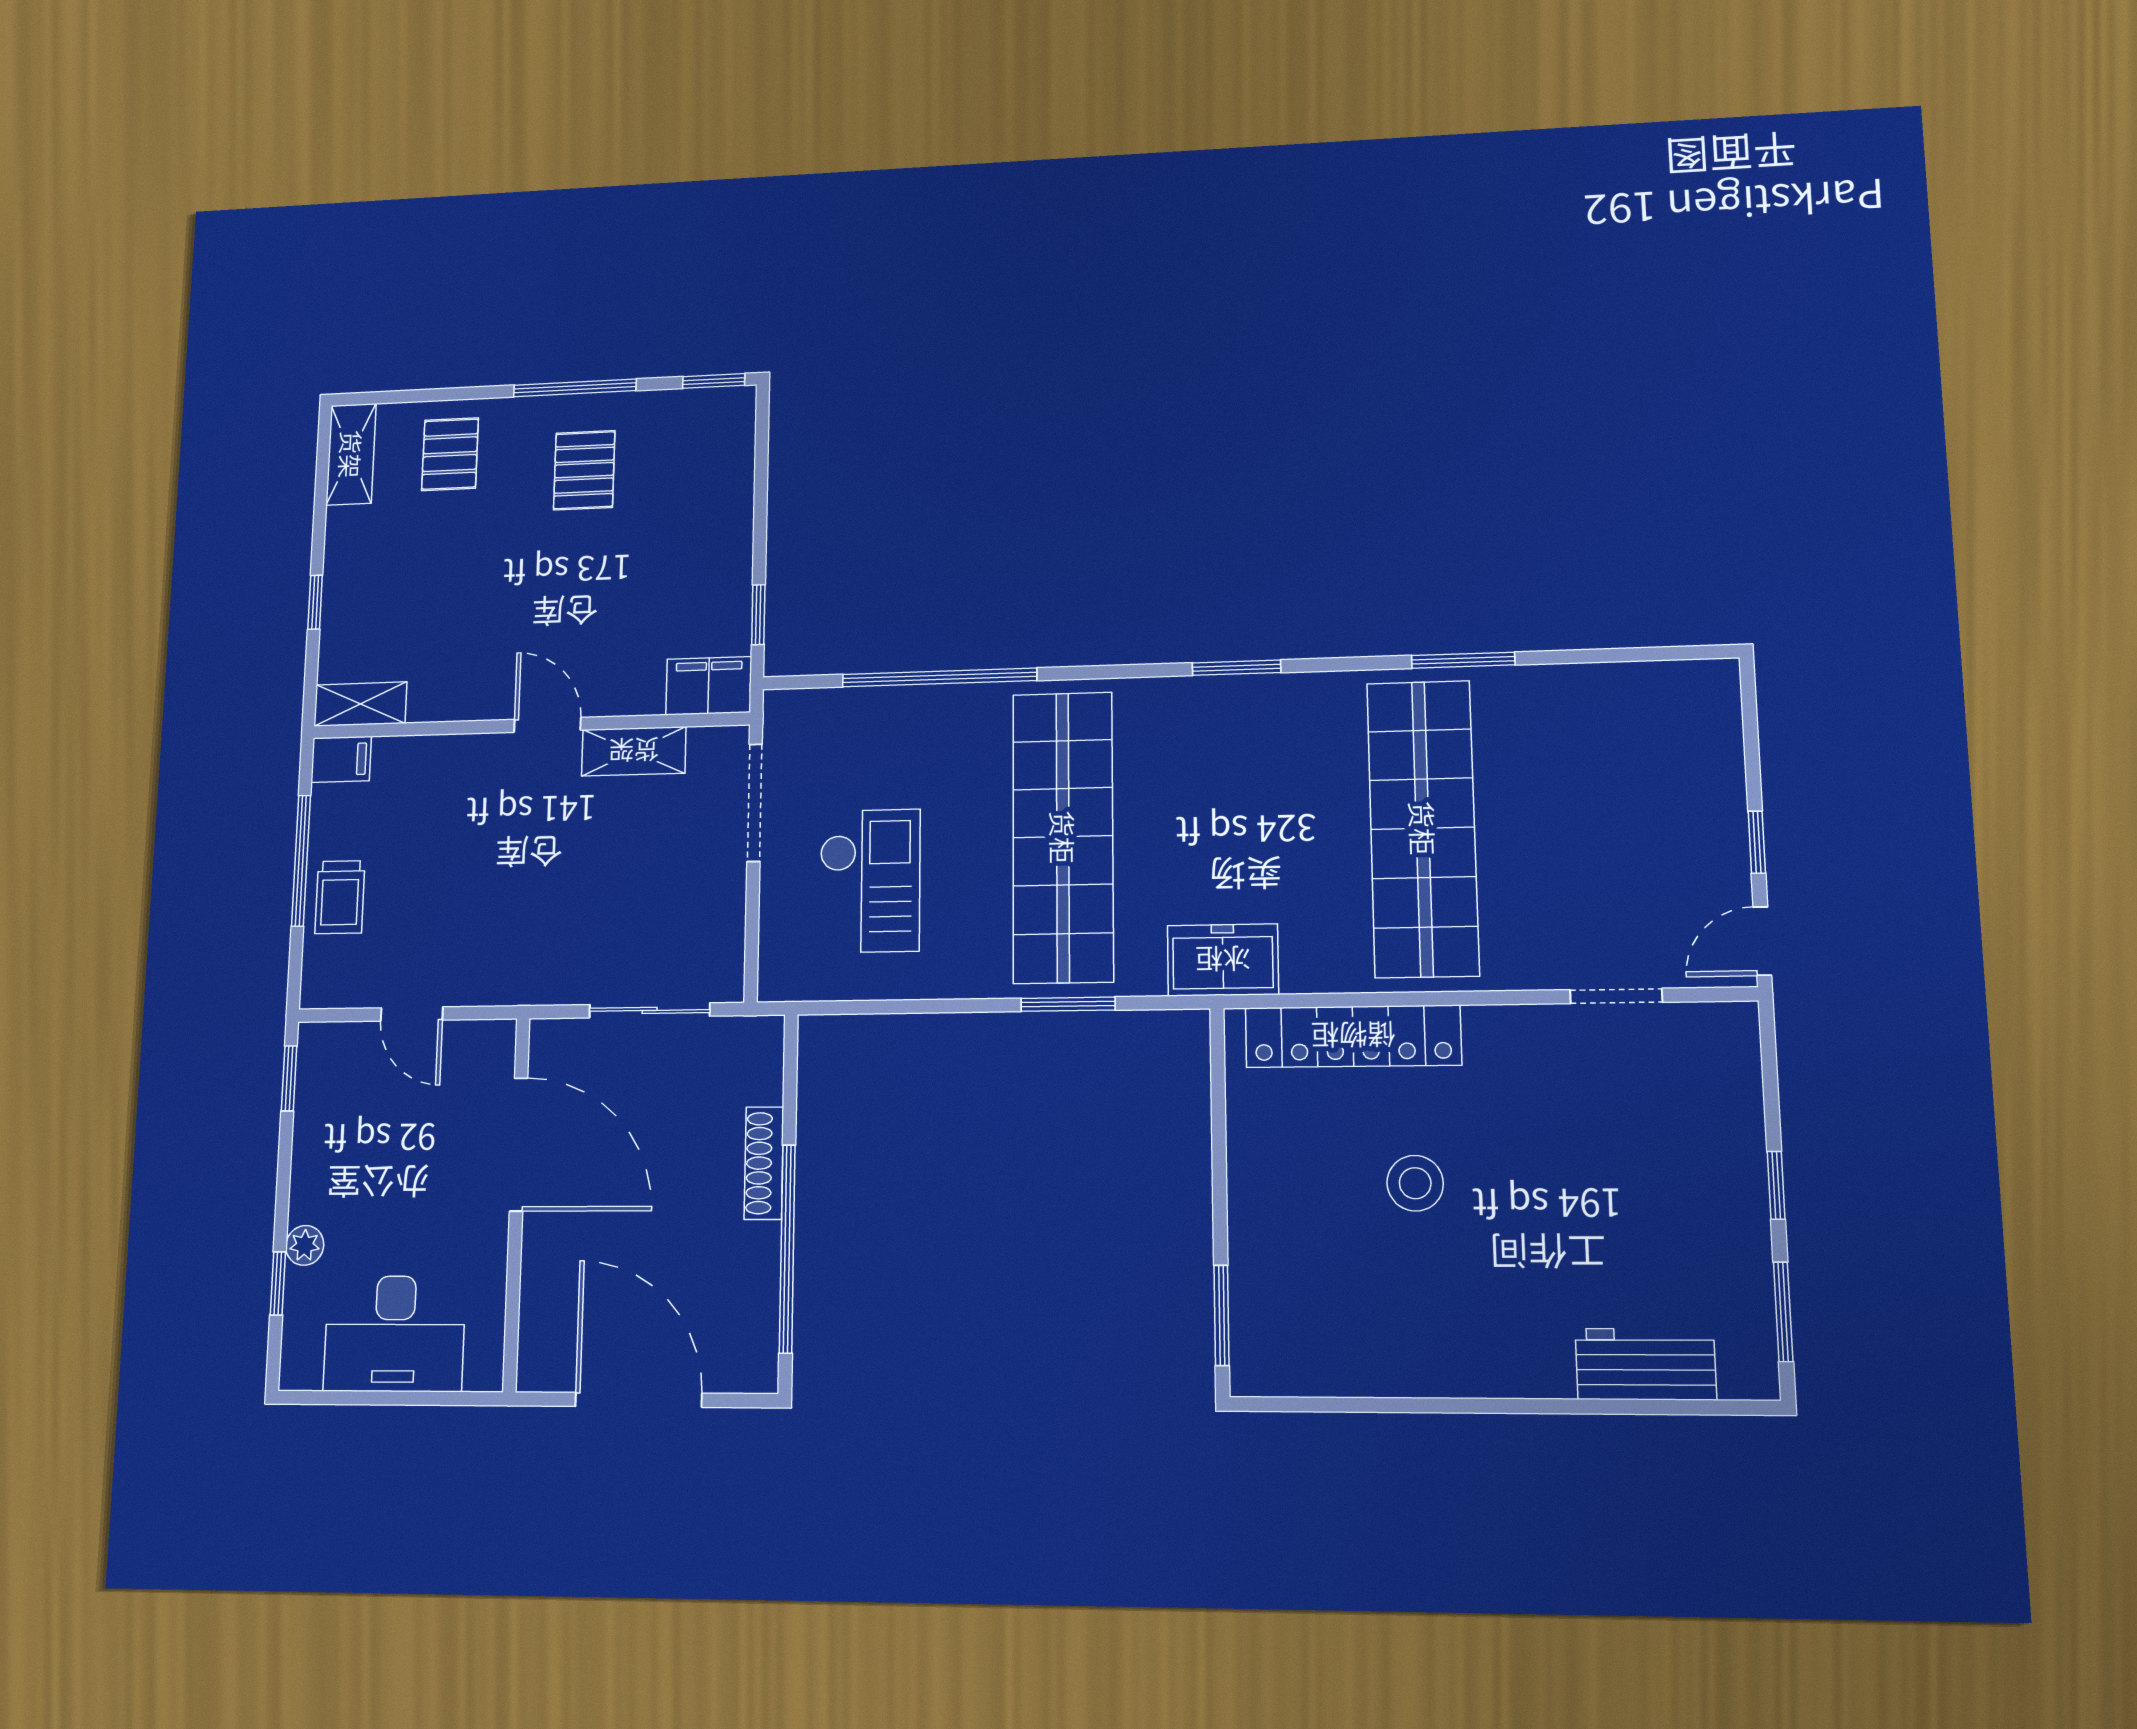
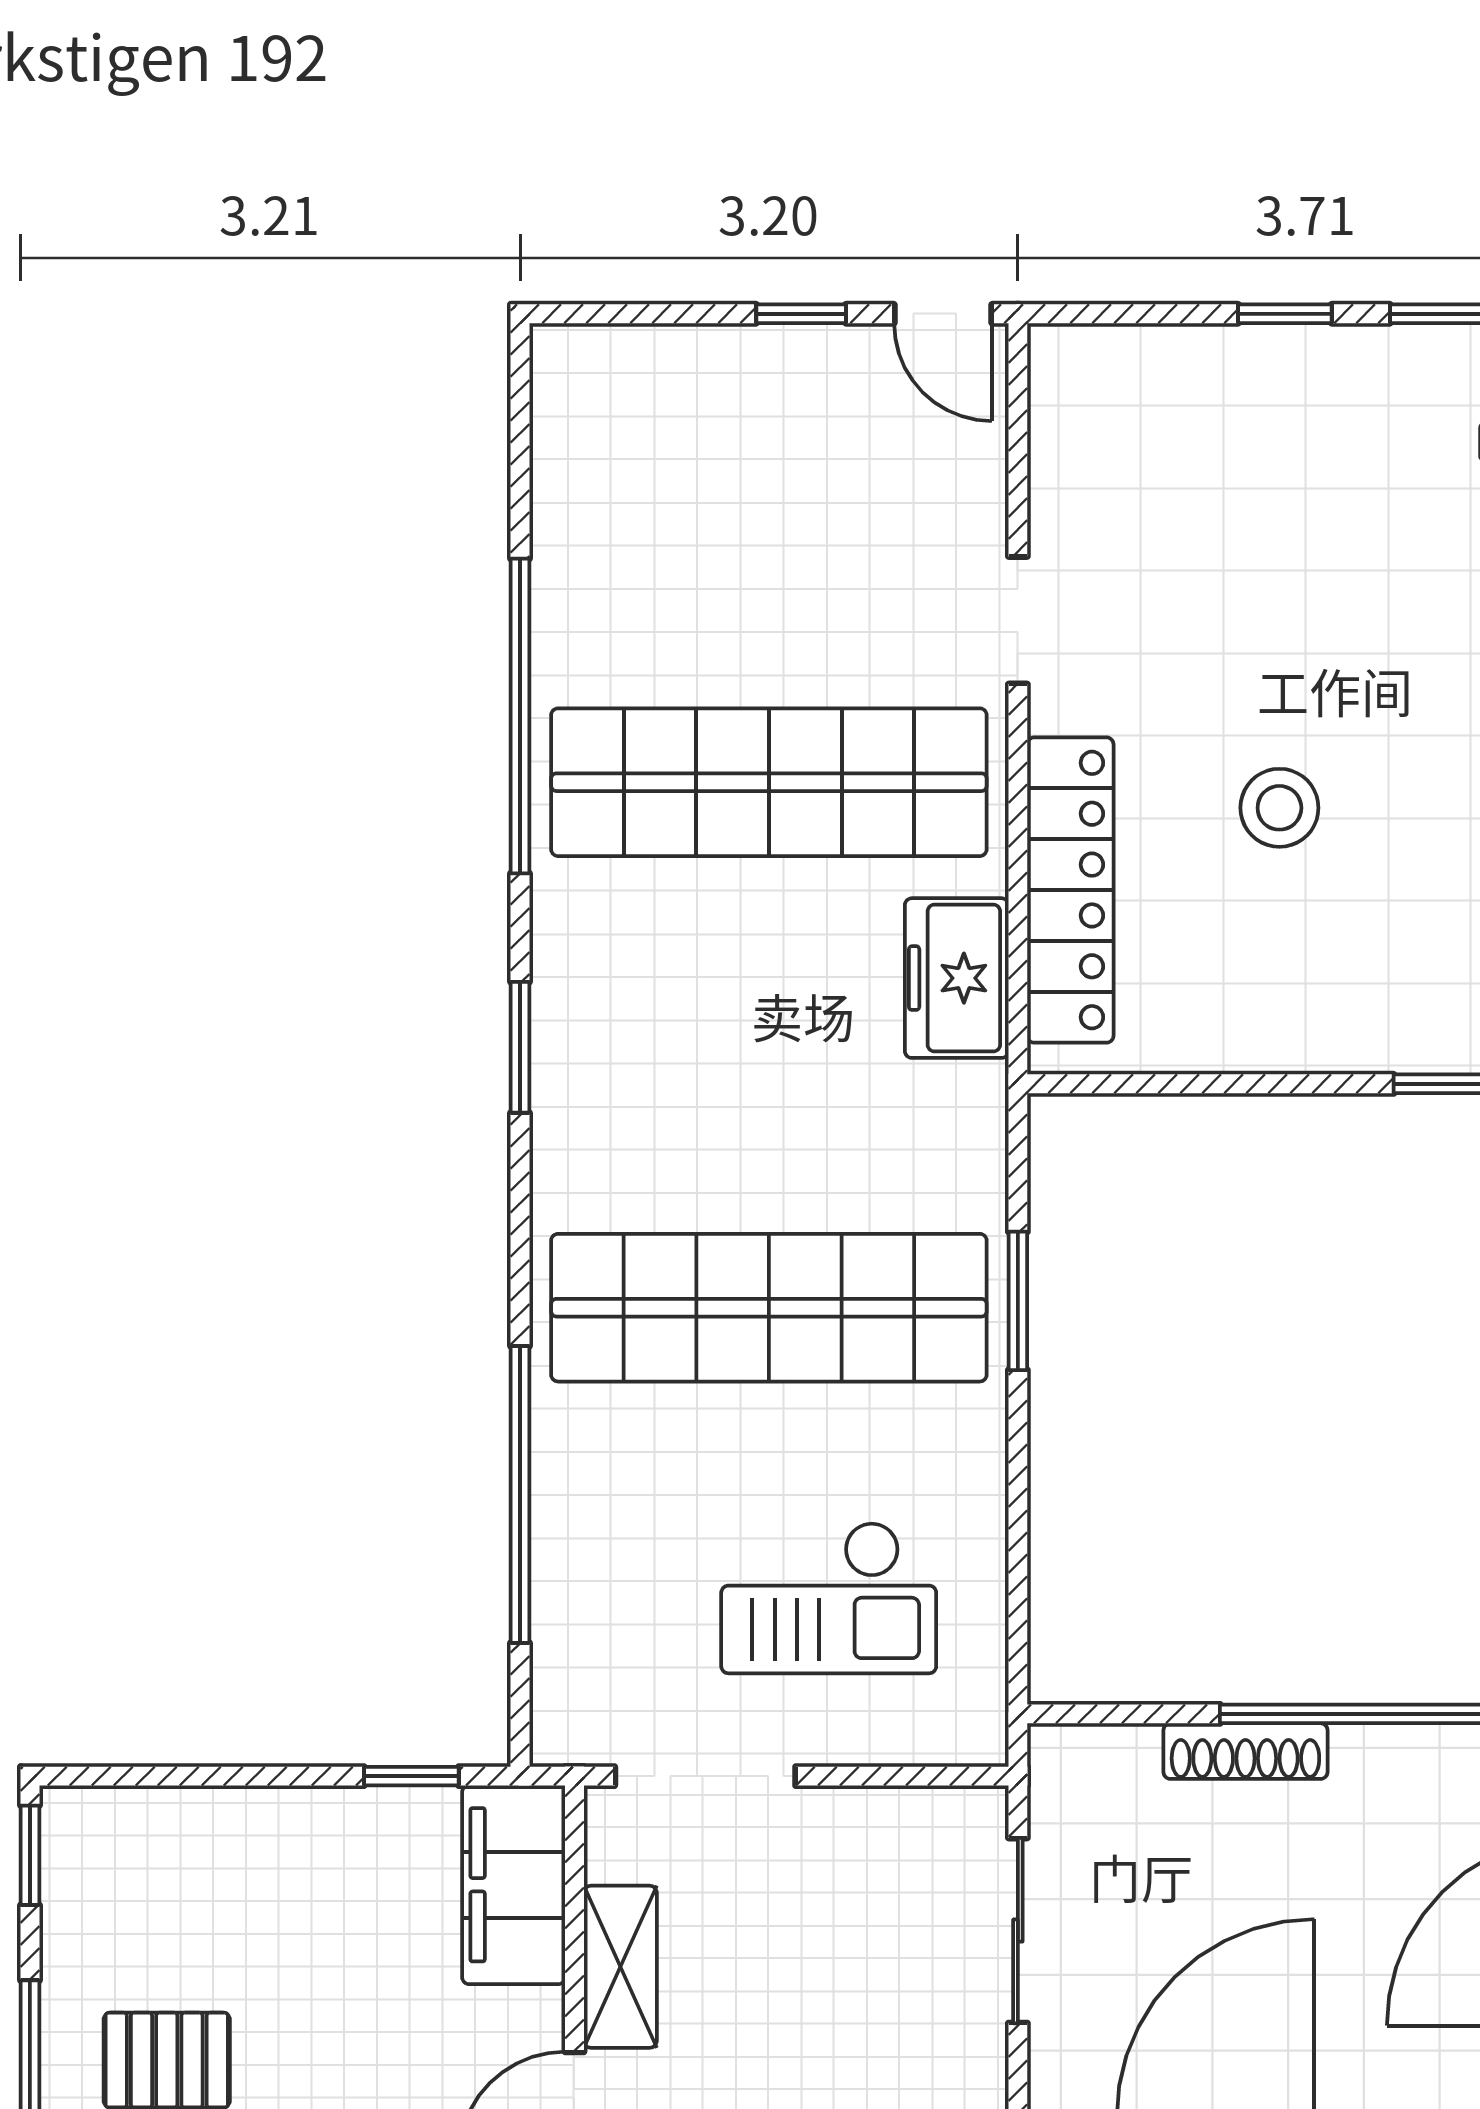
window: (1463, 660) -> (520, 716), width x2.11
filing cabinet: (709, 686) -> (514, 1885), width x1.50, depth x1.17
checkout: (870, 881) -> (829, 1598), turned 180
freezer: (1223, 960) -> (957, 978), moved
doorway: (1616, 996) -> (1018, 620), moved

